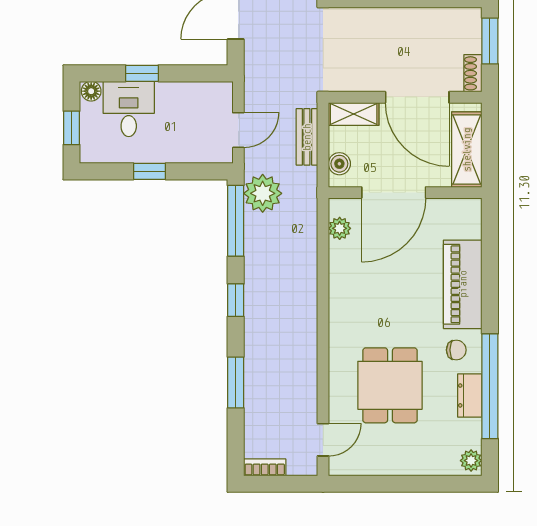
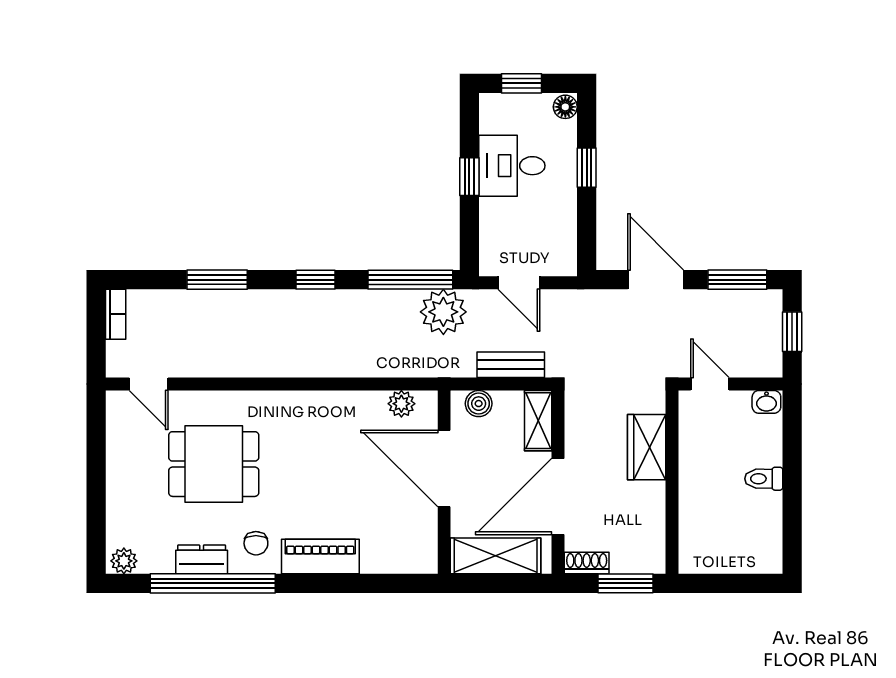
wardrobe: (376, 23) -> (647, 447), added
desk: (129, 109) -> (512, 166), moved, turned 180
piano: (463, 284) -> (320, 557), width x0.73, depth x0.75

